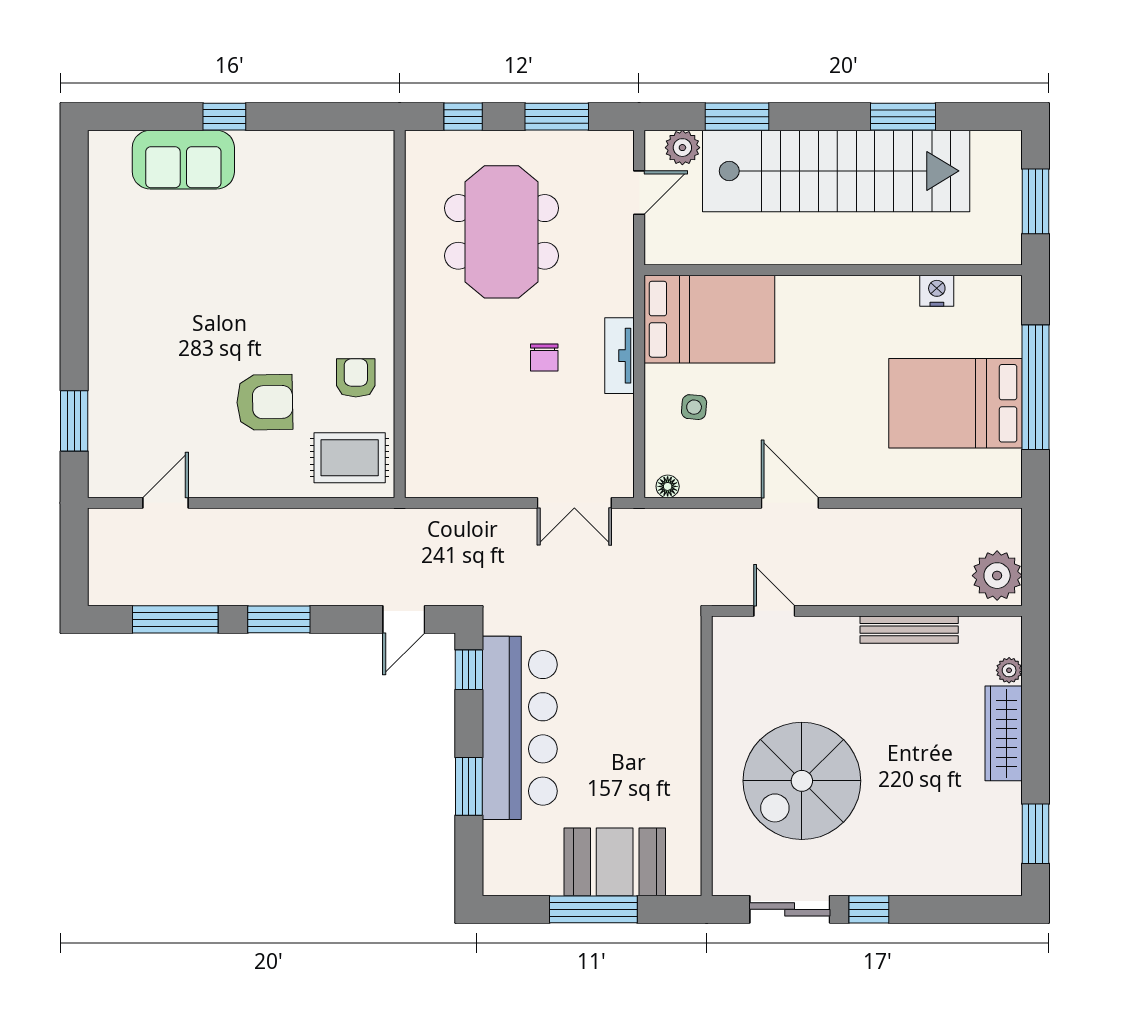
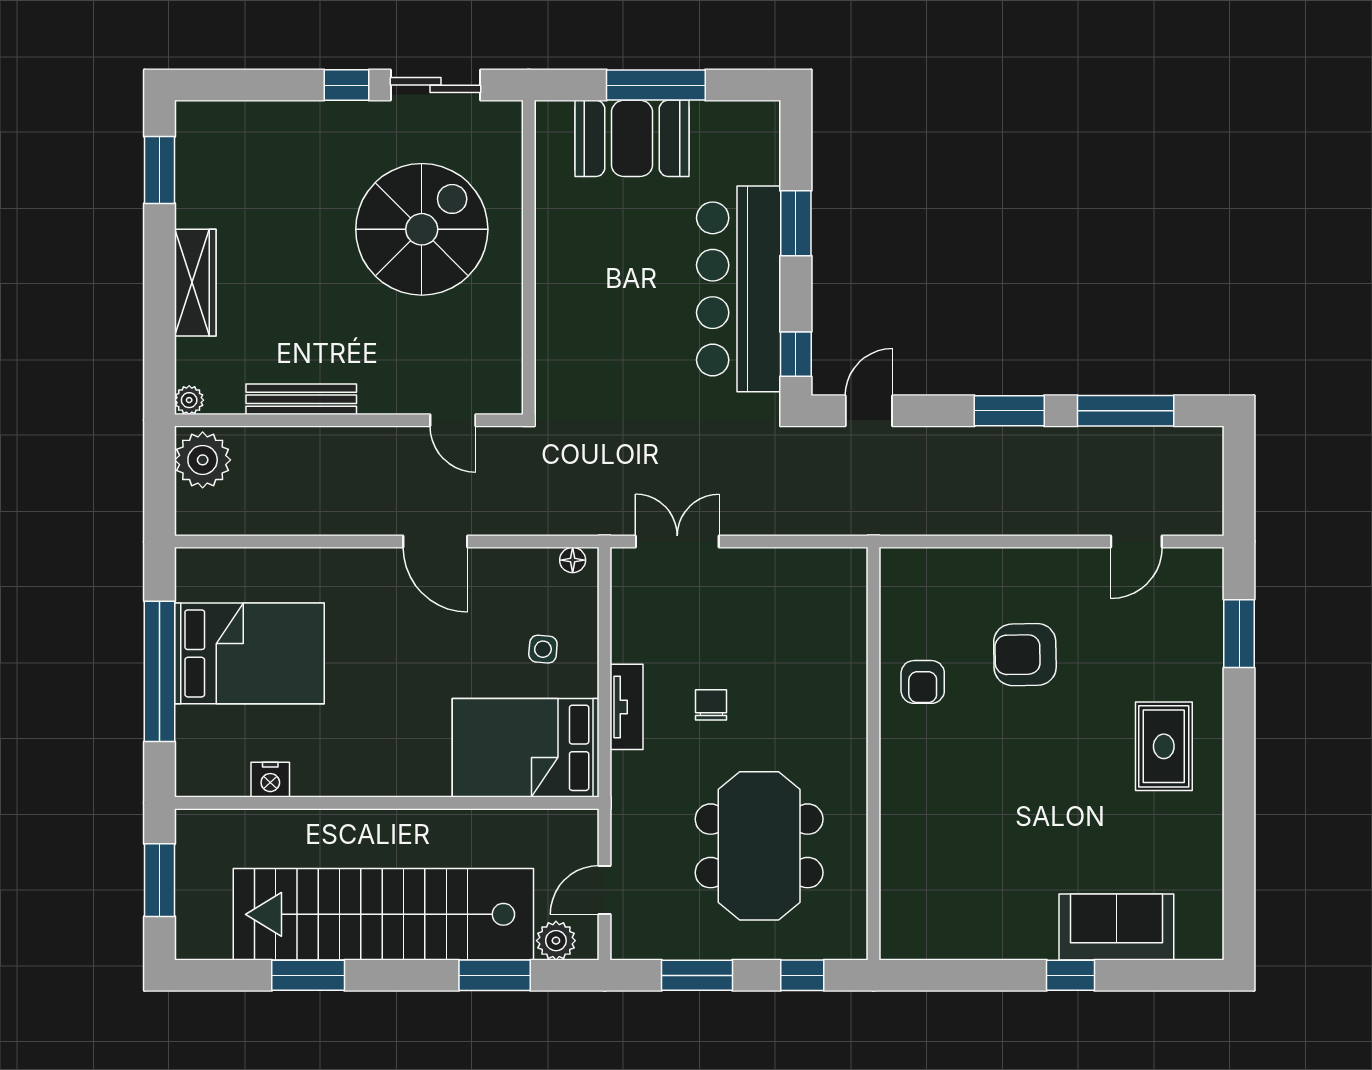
rug: (350, 458) -> (1164, 746), moved, turned 90
plant: (1009, 670) -> (189, 400), moved

